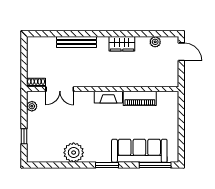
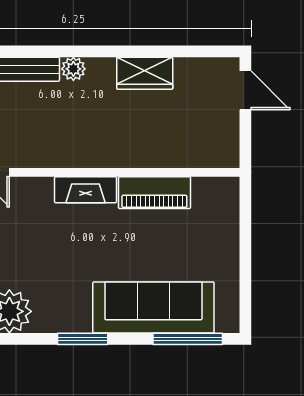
plant: (155, 42) -> (73, 69), moved
wardrobe: (122, 44) -> (145, 73), moved

